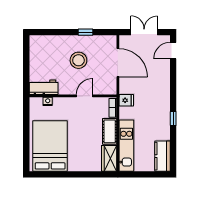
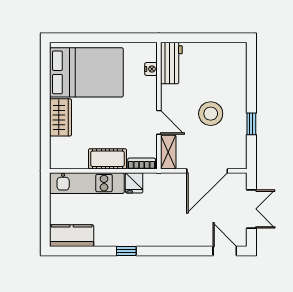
shelving: (105, 89) -> (168, 152), added
fridge: (126, 100) -> (134, 183), moved
wardrobe: (109, 158) -> (61, 117), moved, turned 90

